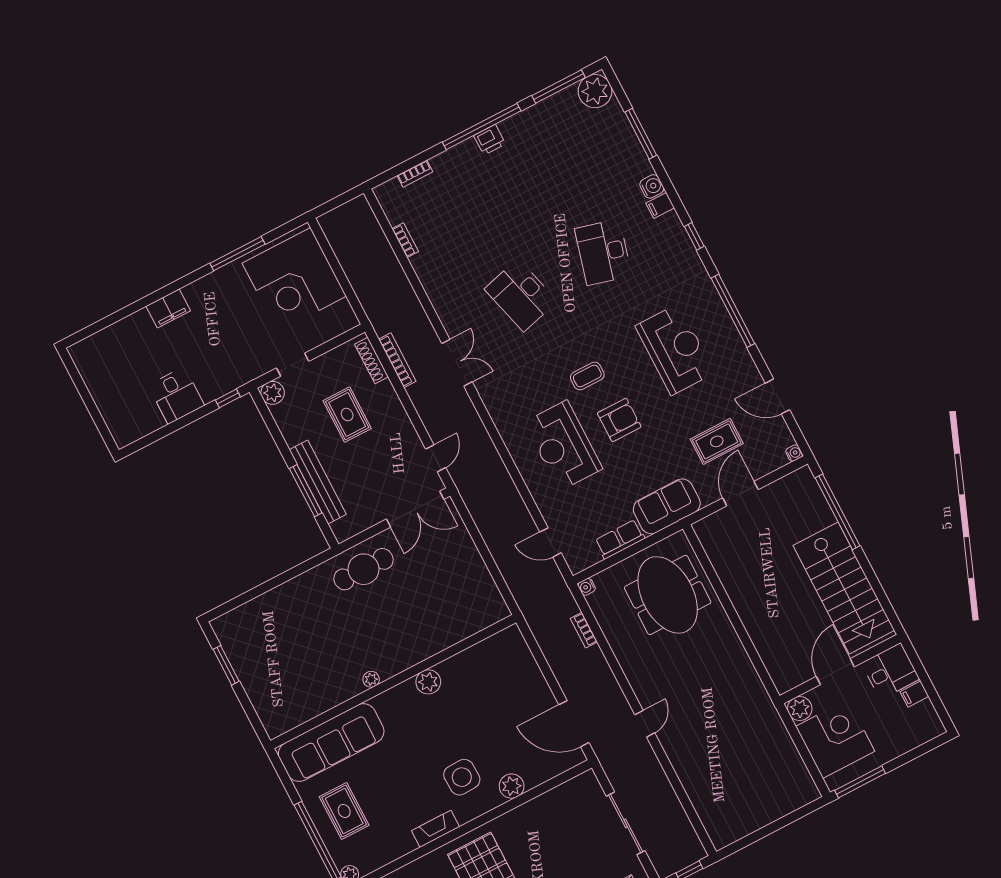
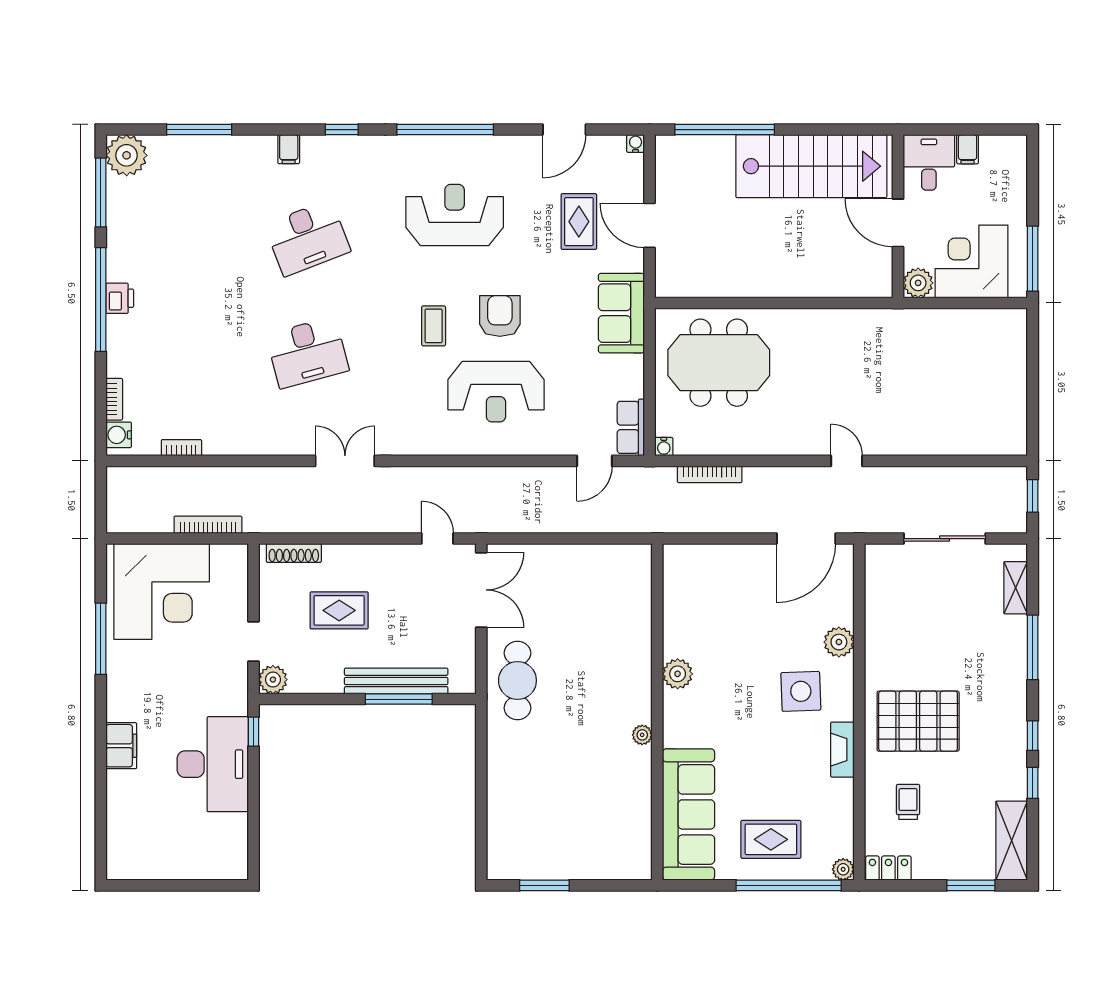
water cooler: (652, 186) -> (119, 435), moved, turned -90
desk: (603, 252) -> (307, 238), turned -36
bookcase: (397, 360) -> (208, 525), moved
desk: (176, 395) -> (213, 764), width x1.87, depth x1.30
row of seats: (620, 539) -> (631, 427), moved
bookcase: (584, 630) -> (710, 474), width x1.56

